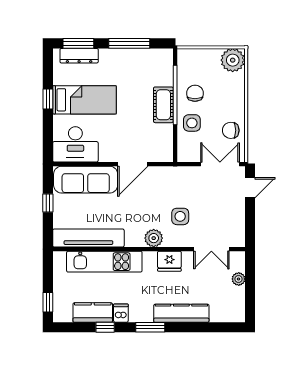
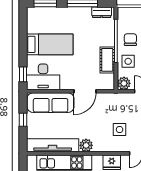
dresser: (79, 56) -> (102, 12), moved, width x0.70
window: (48, 99) -> (23, 74), moved
cot: (163, 105) -> (107, 60), moved
plant: (186, 153) -> (124, 83), added
plant: (154, 238) -> (86, 145), moved

